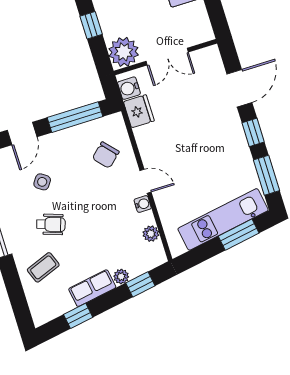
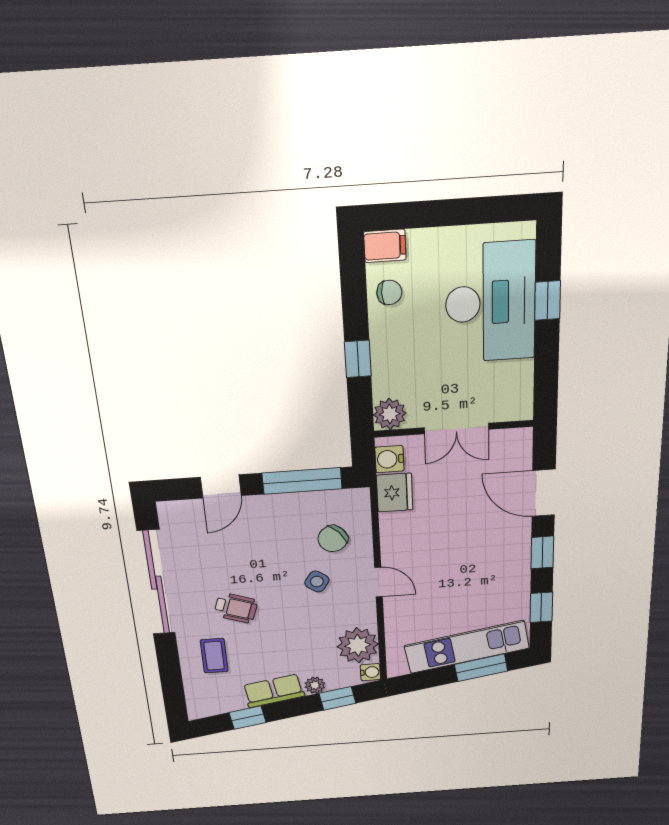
plant: (124, 52) -> (390, 414), width x0.73, depth x0.73
door: (239, 88) -> (544, 493), swing flipped
window: (267, 175) -> (541, 607), width x0.67
side table: (42, 182) -> (317, 582), moved
water cooler: (143, 204) -> (370, 672), moved
plant: (151, 234) -> (358, 645), width x1.87, depth x1.87
coffee table: (43, 267) -> (214, 656), turned -69

